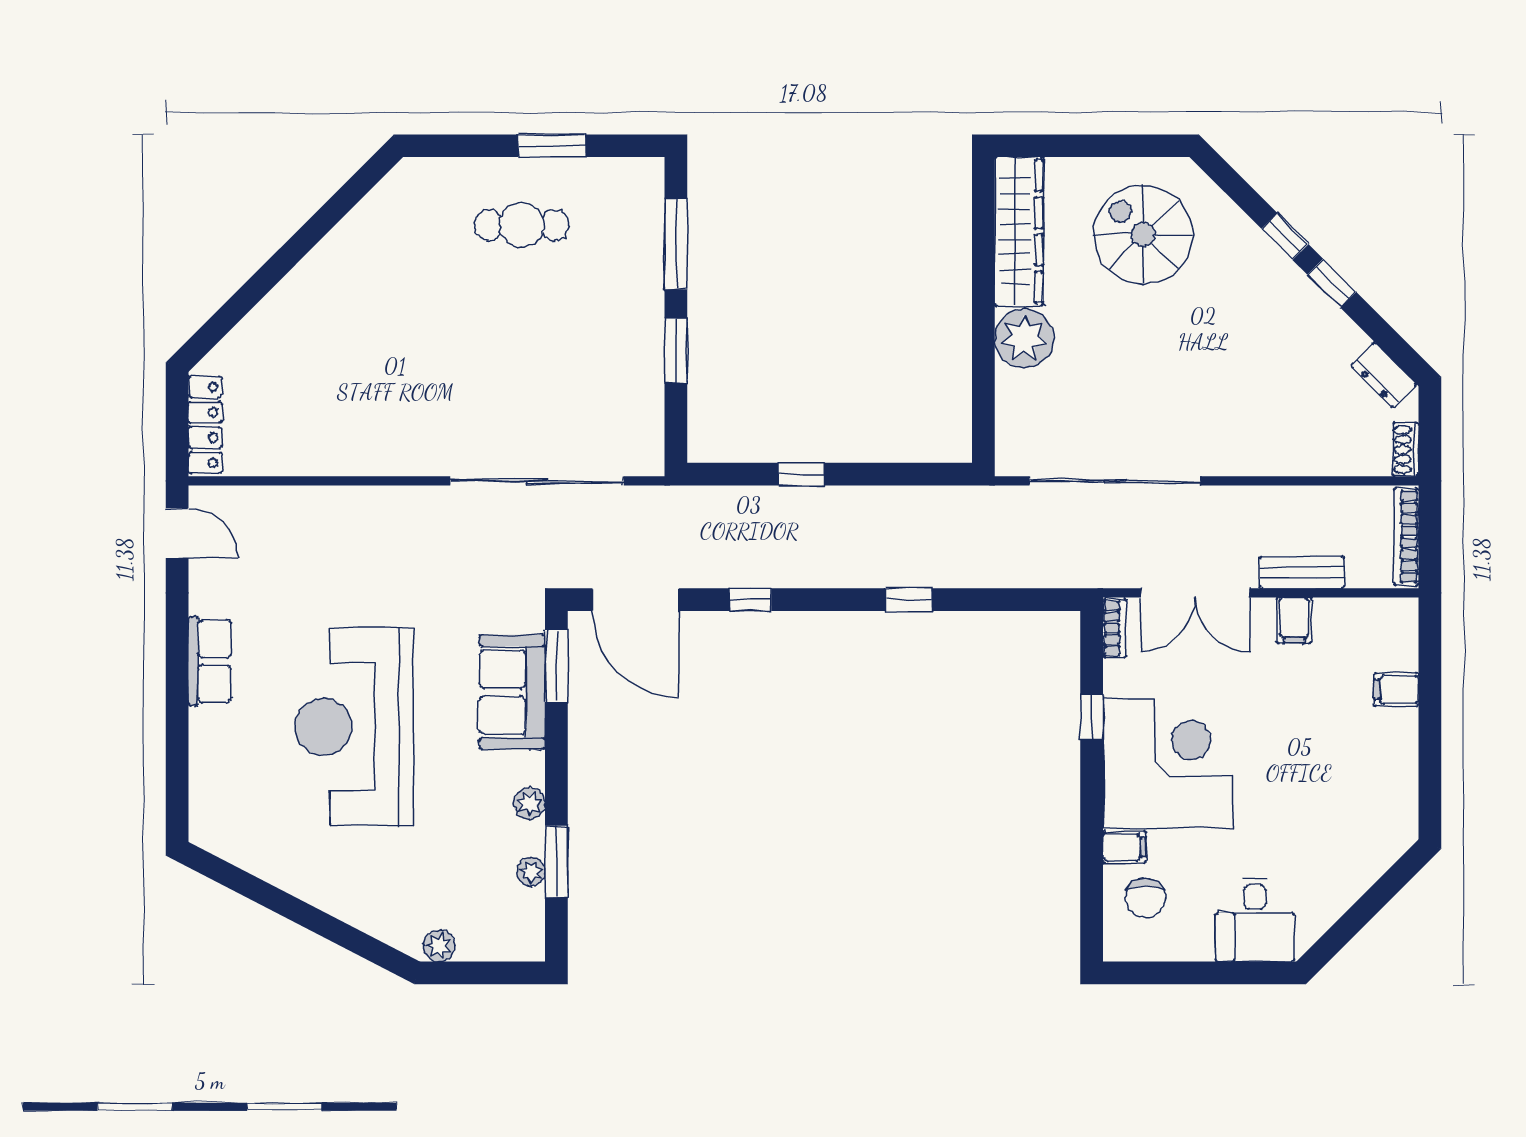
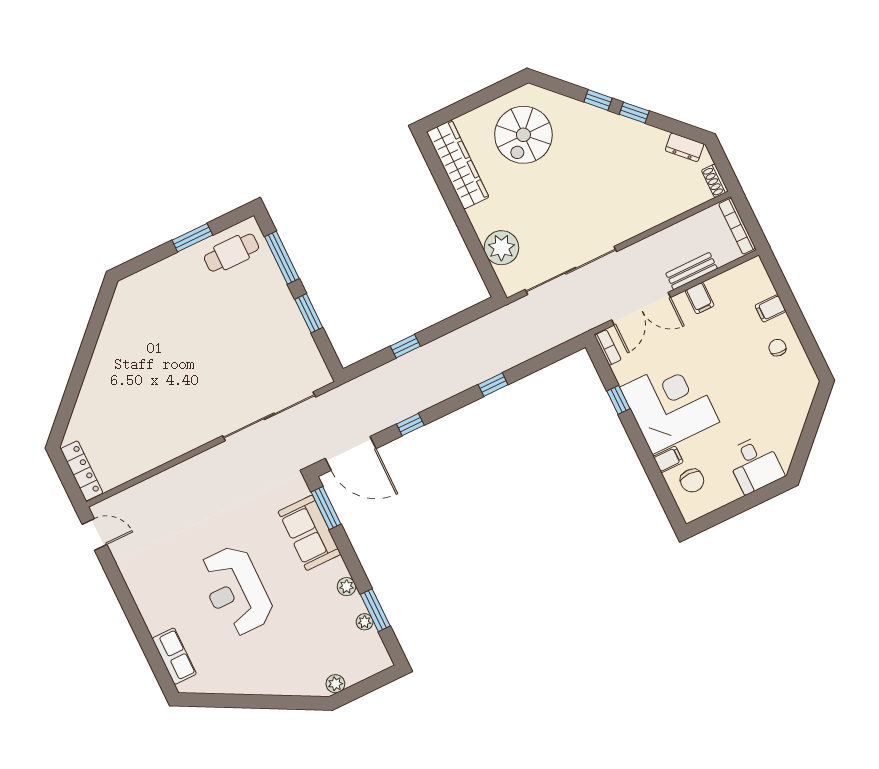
cafe table: (522, 225) -> (231, 253), moved
spiral stairs: (1143, 235) -> (523, 135), turned -90
plant: (1024, 339) -> (501, 248), moved
row of seats: (210, 661) -> (174, 656), moved
reception desk: (354, 727) -> (236, 591), width x0.74, depth x0.77
chair: (1378, 756) -> (777, 348), added

